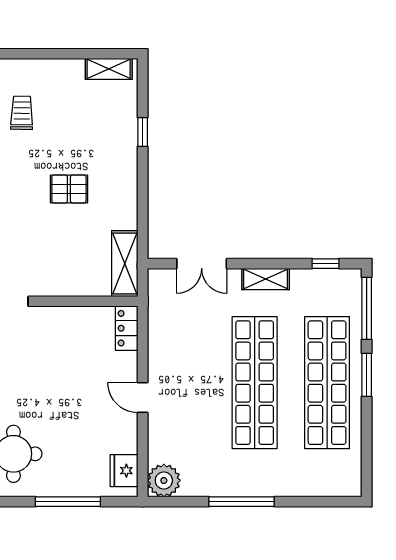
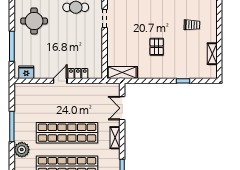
shelving: (109, 69) -> (212, 54), moved
locker: (127, 328) -> (78, 73), moved
plant: (164, 480) -> (22, 150), moved

